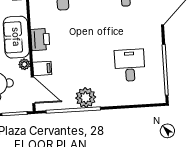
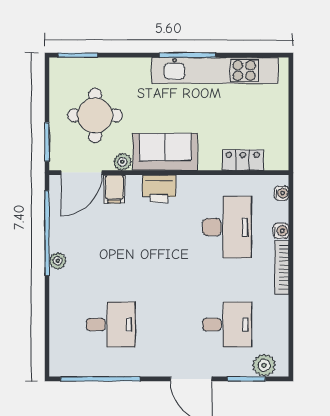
plant: (86, 98) -> (58, 261), width x0.53, depth x0.53

